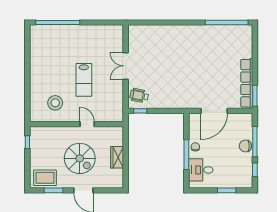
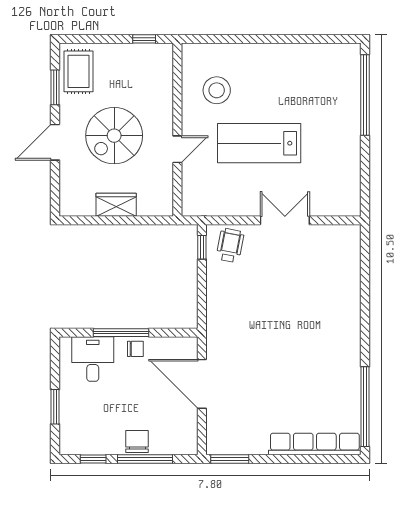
lab bench: (84, 80) -> (259, 143), width x1.36, depth x1.39
row of seats: (247, 83) -> (315, 444), moved

